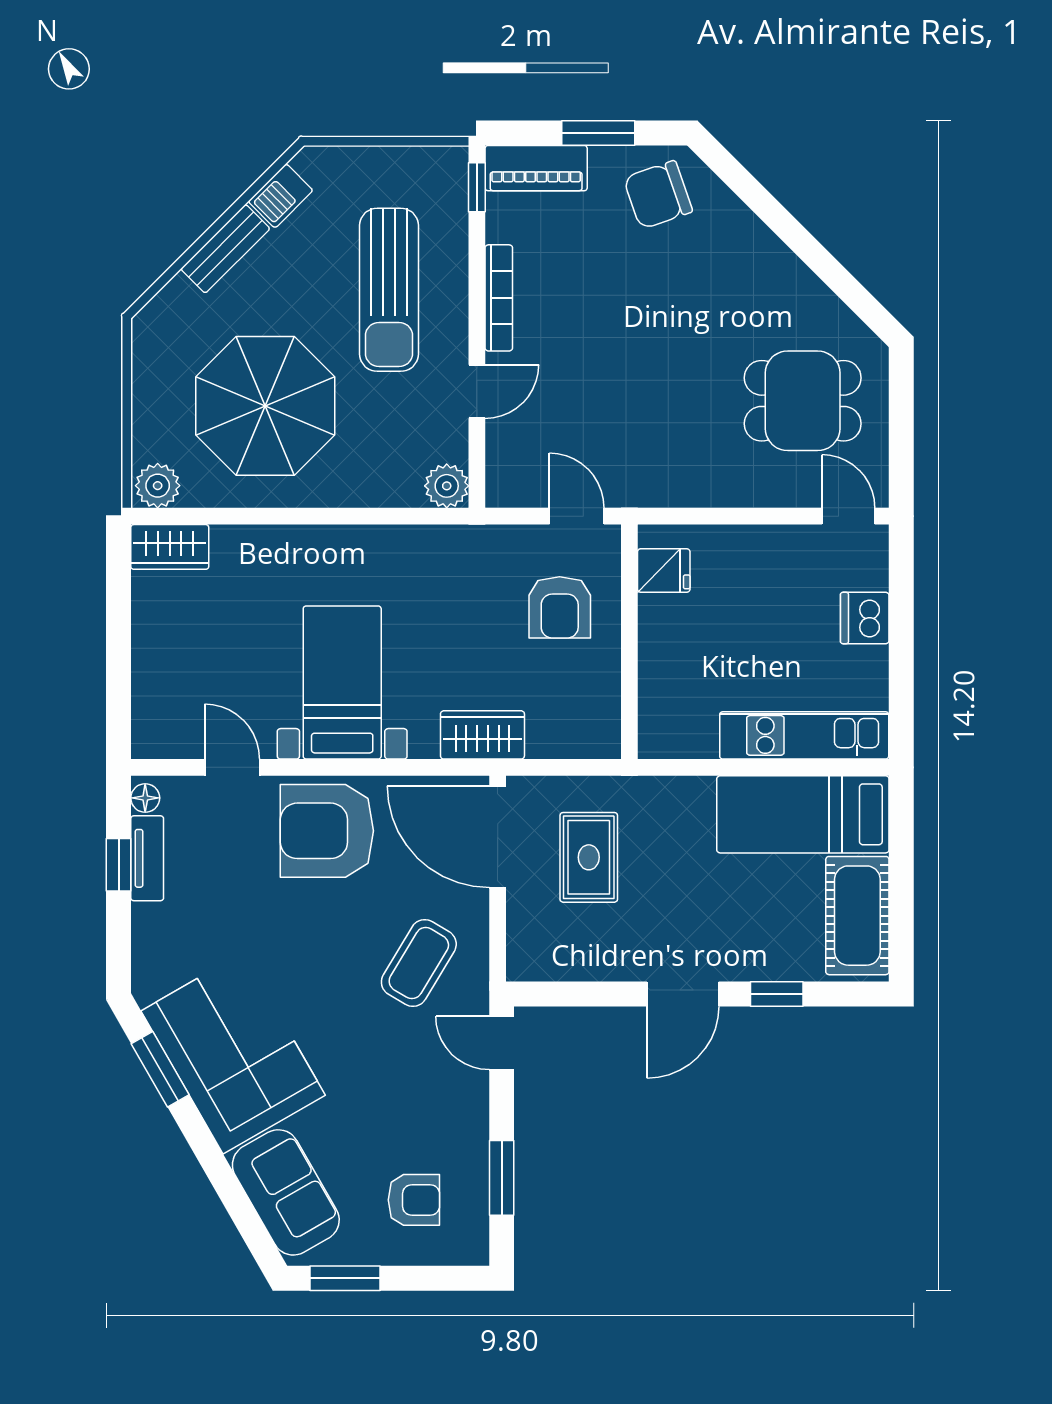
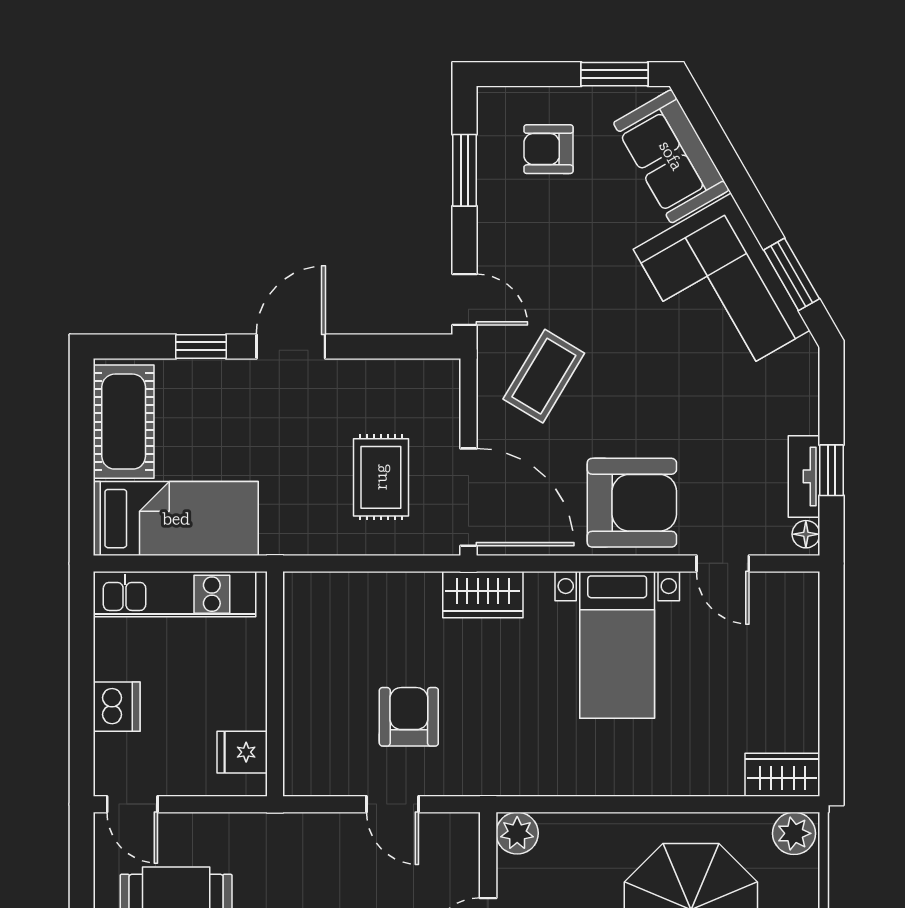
fridge: (664, 570) -> (242, 752), moved
wall: (629, 642) -> (275, 684), moved

